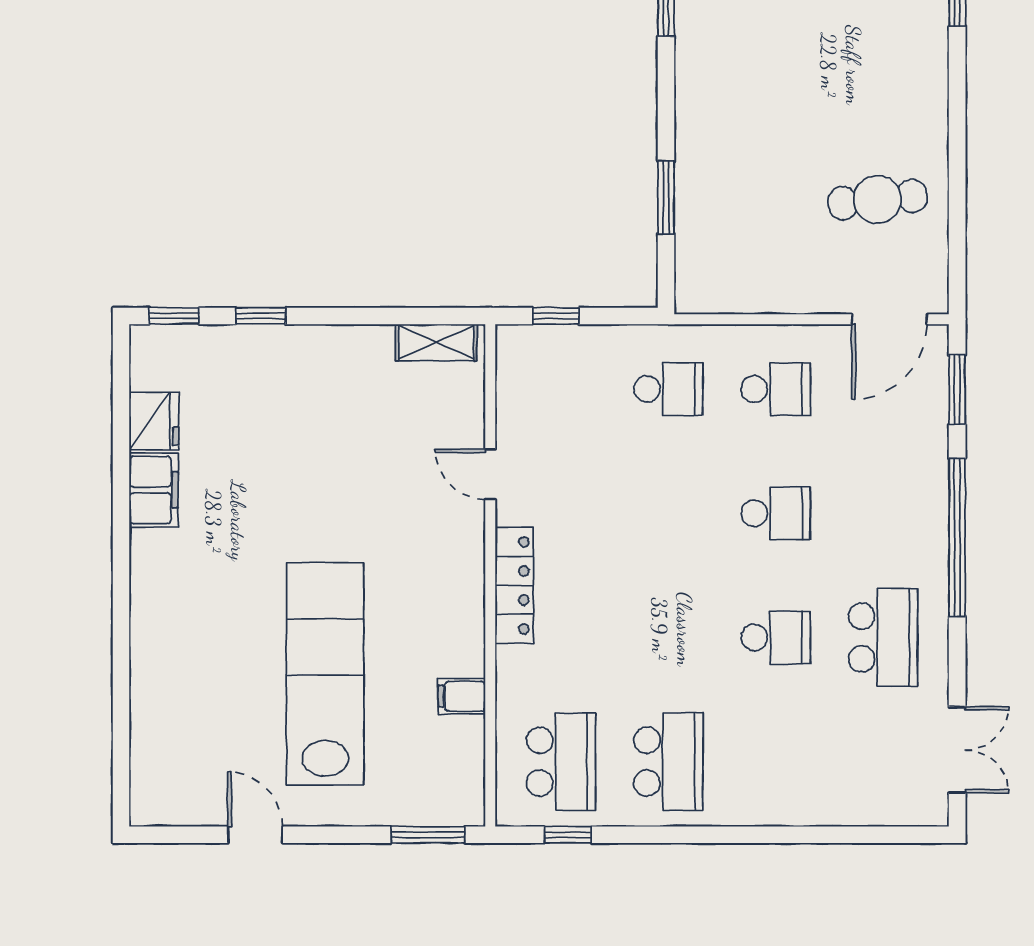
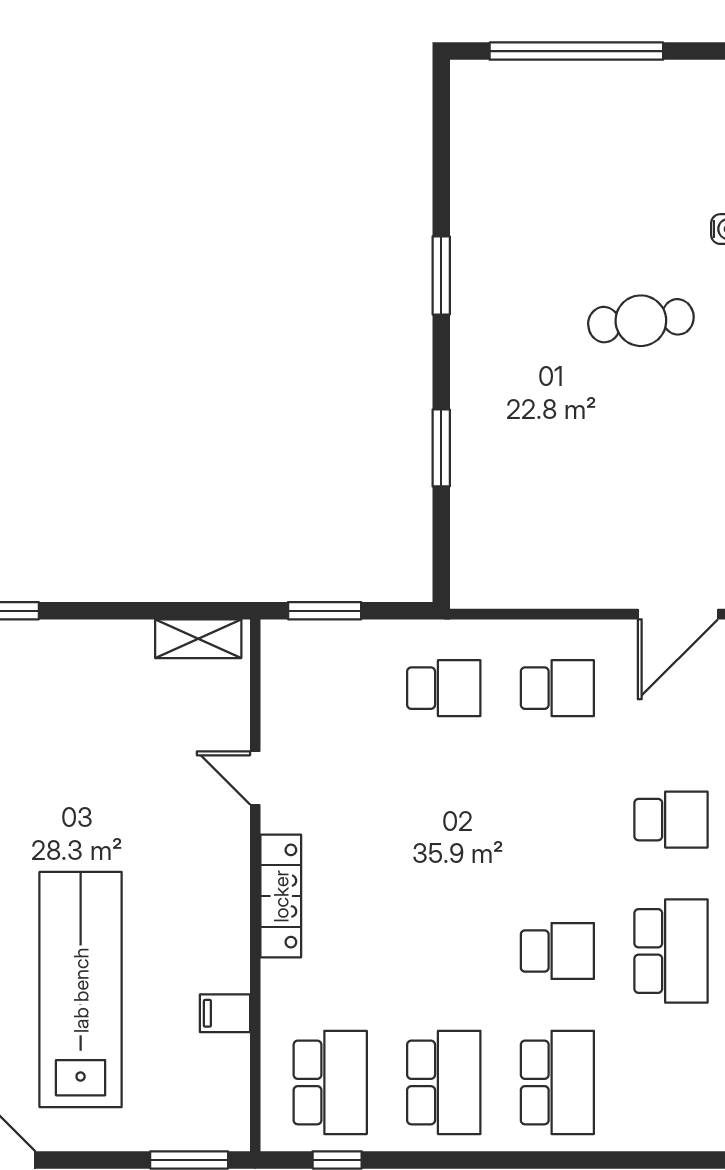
window: (666, 197) -> (441, 448), moved
cafe table: (877, 199) -> (641, 321), moved
window: (556, 316) -> (325, 611), width x1.50
school desk: (776, 513) -> (671, 820), moved
school desk: (776, 762) -> (557, 1082), added

